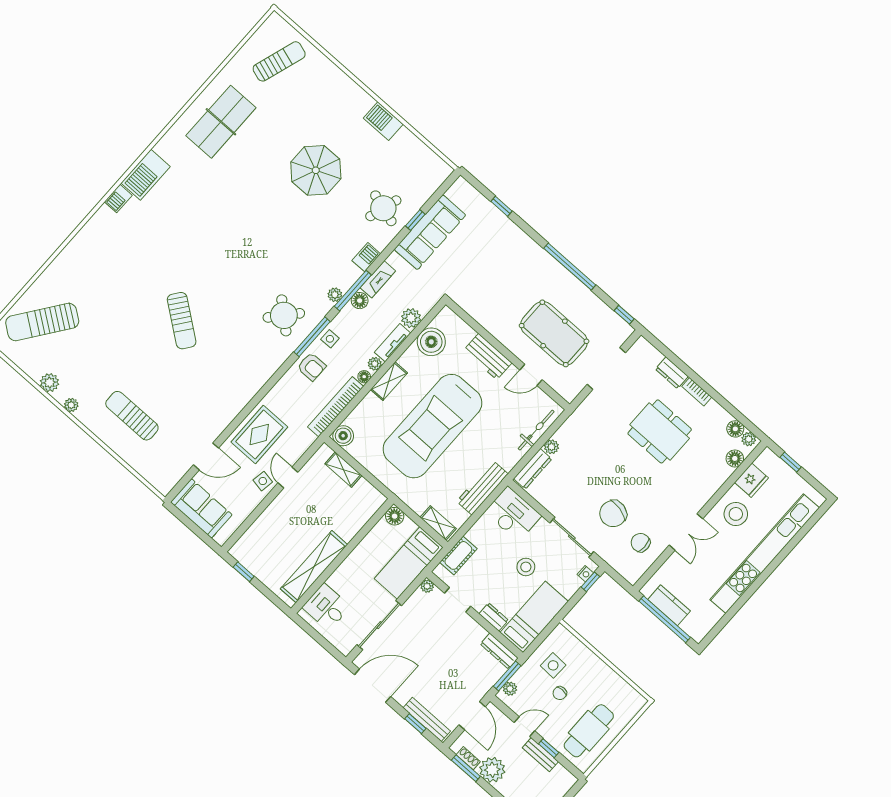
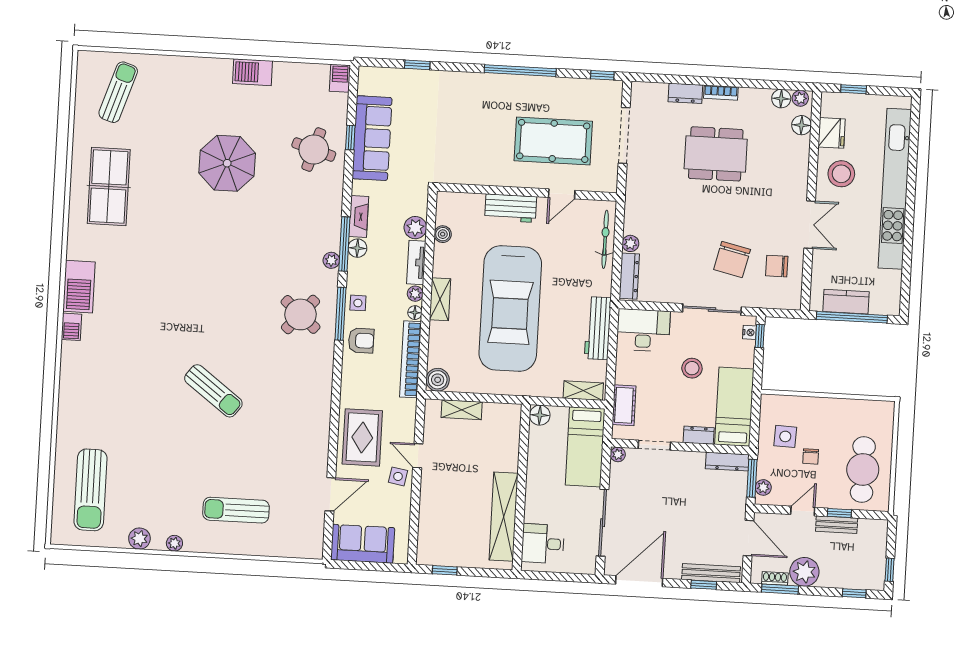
barbecue: (366, 257) -> (340, 78), moved
sun lounger: (42, 322) -> (90, 490), turned -36
boiler: (431, 342) -> (443, 234), width x0.54, depth x0.54

